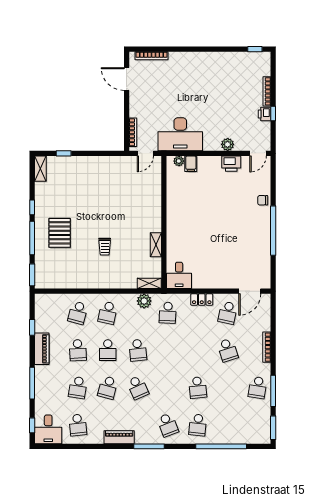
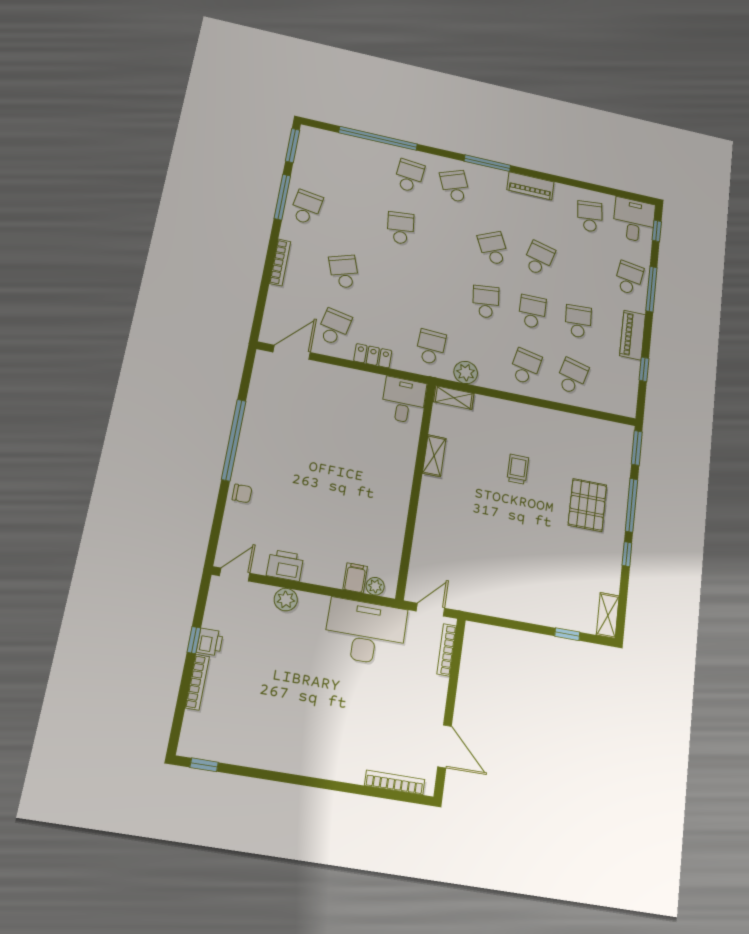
school desk: (78, 388) -> (629, 278), moved

